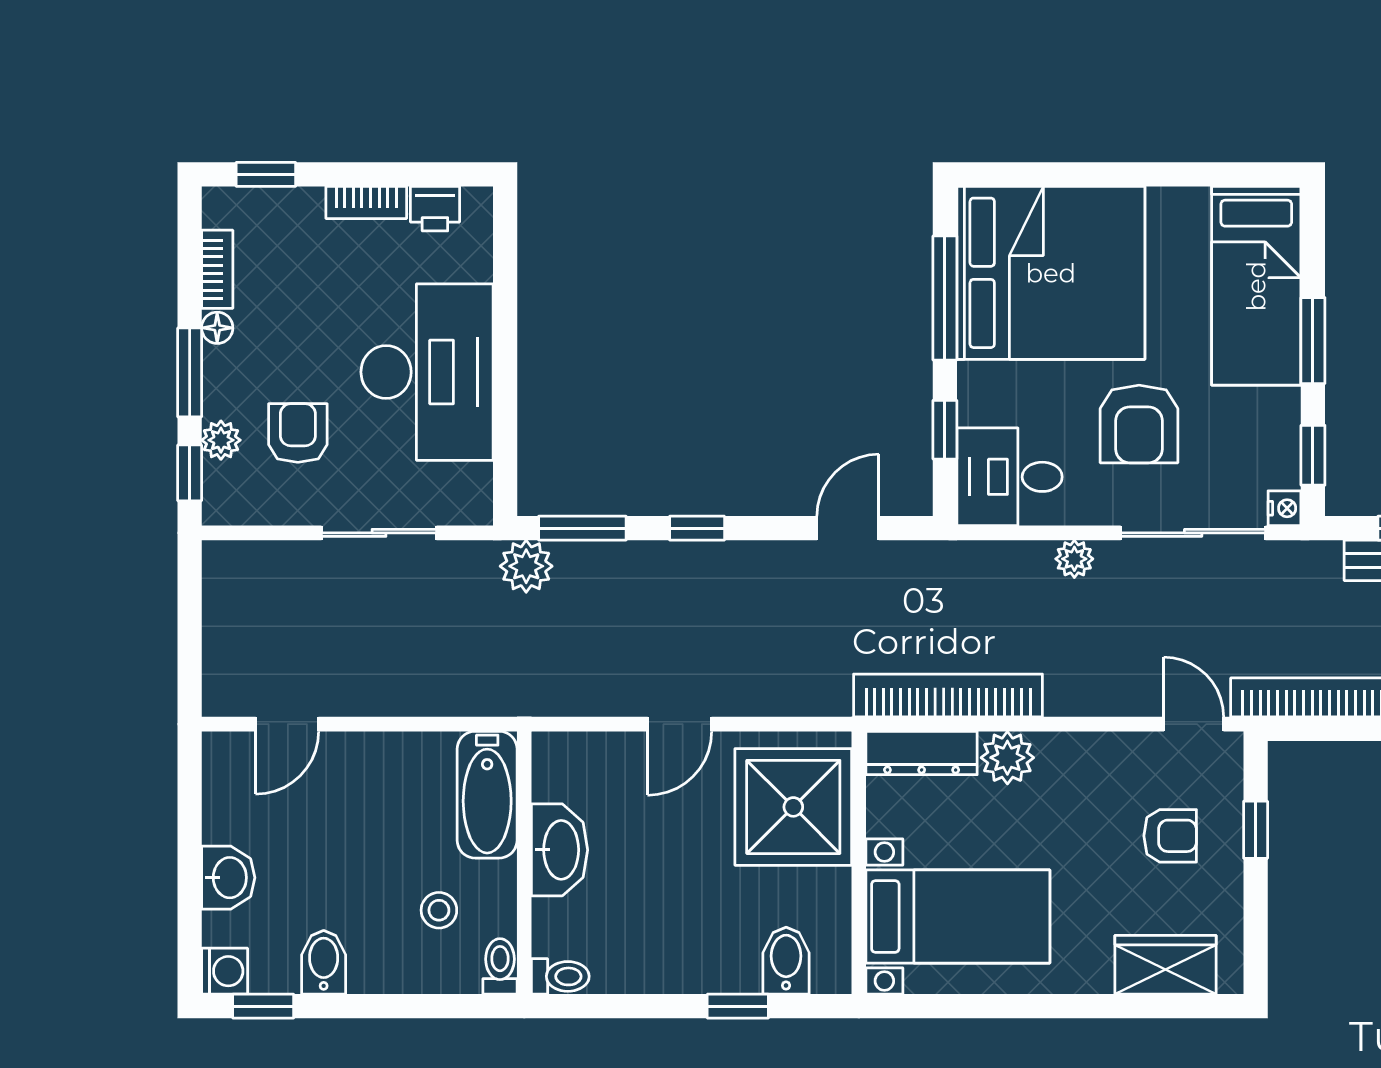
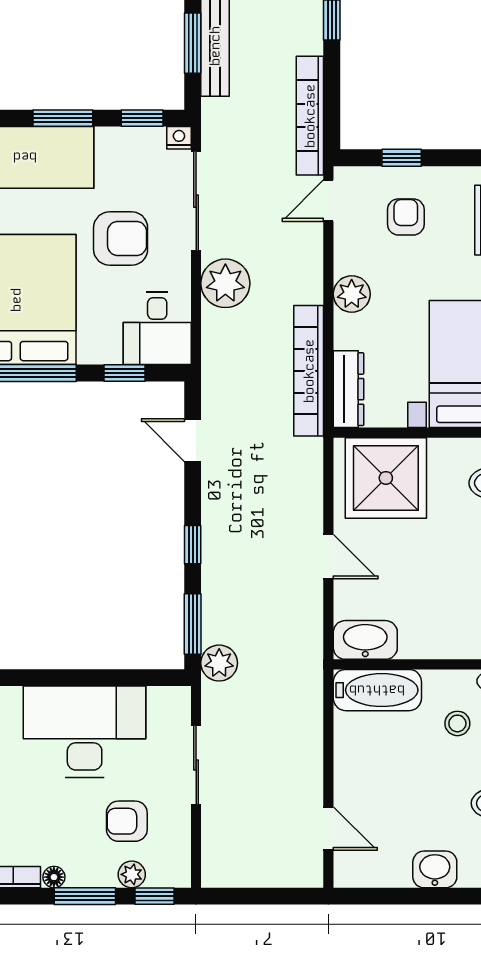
plant: (1074, 559) -> (225, 283), width x1.88, depth x1.88
plant: (1007, 758) -> (352, 294), moved
washbasin: (559, 850) -> (365, 640), moved

